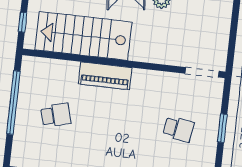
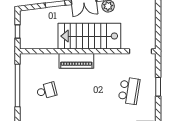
stairs: (83, 36) -> (89, 36), moved
school desk: (178, 129) -> (129, 91), width x1.85

